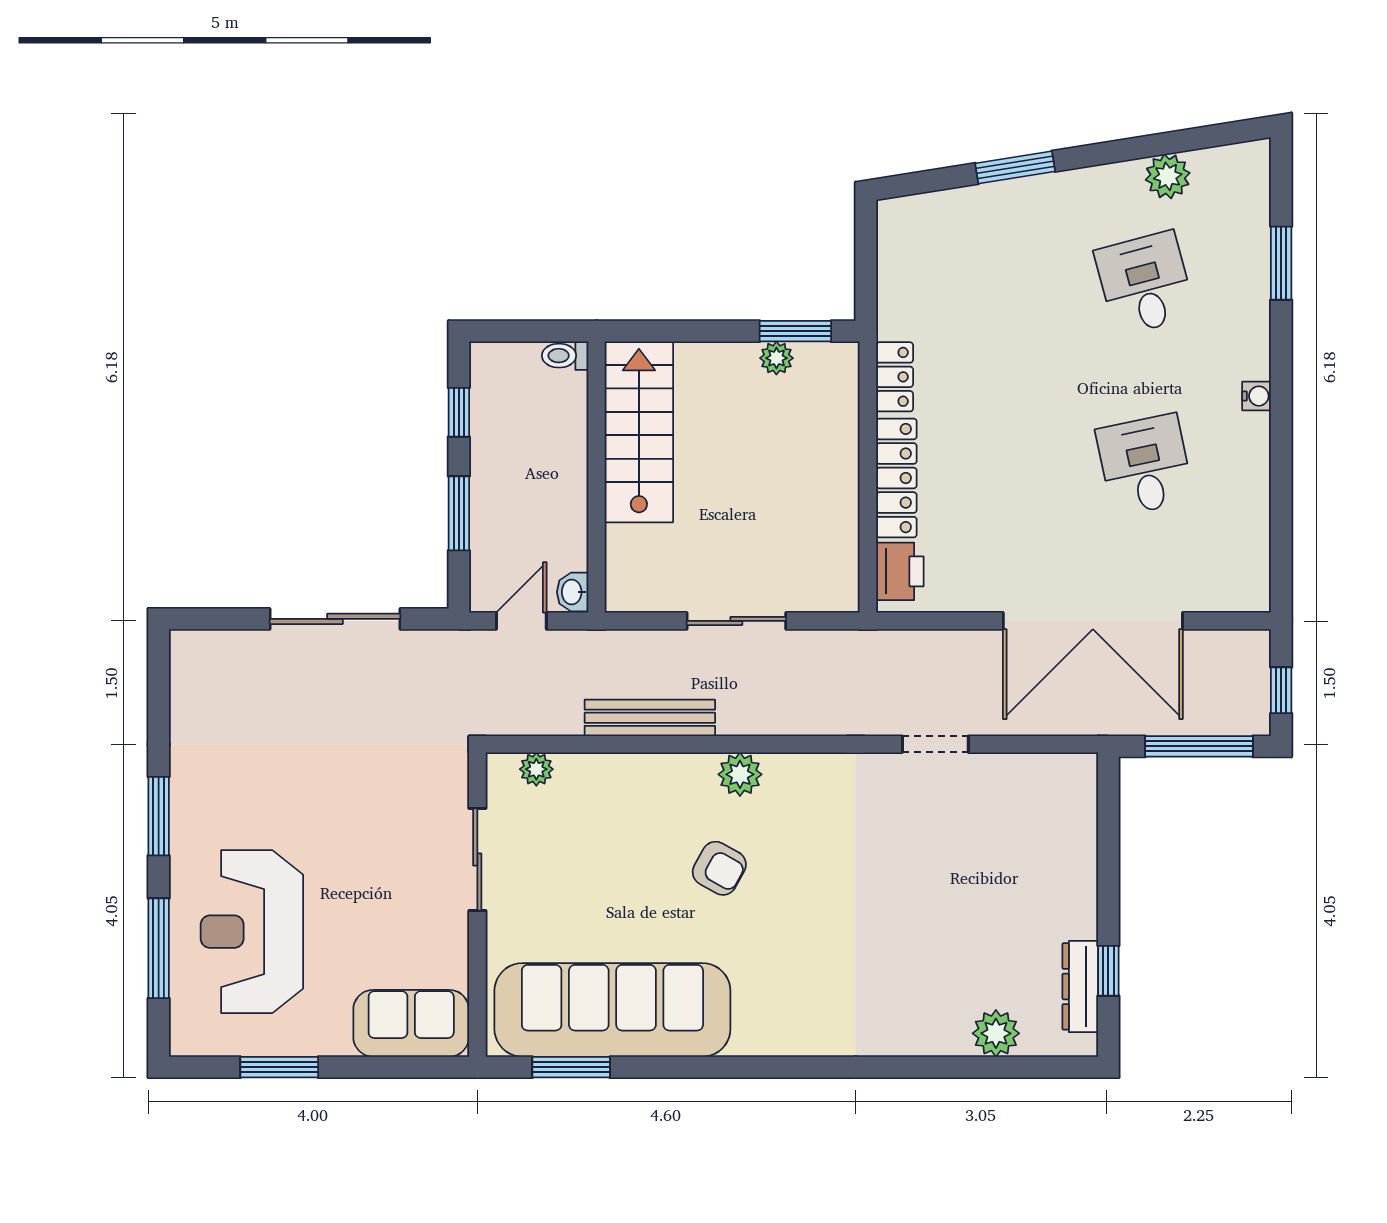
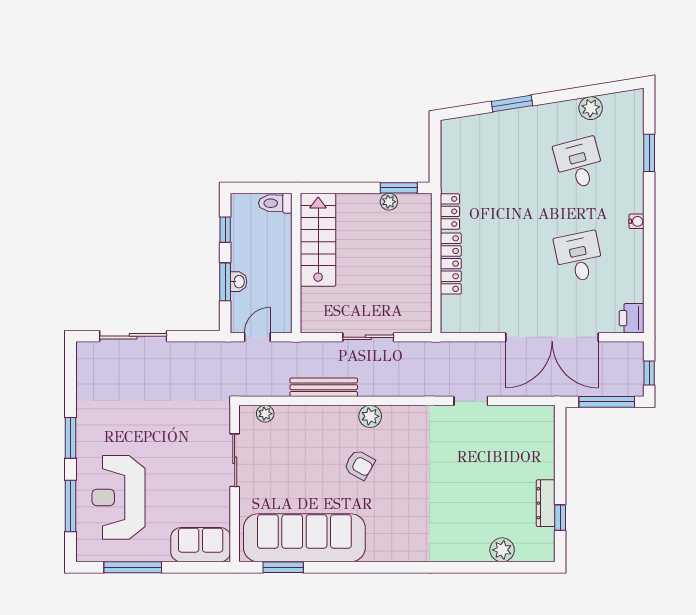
toilet: (565, 356) -> (275, 203), width x1.37, depth x1.39
printer: (900, 571) -> (632, 318), moved, turned 180
washbasin: (573, 592) -> (239, 282), moved, turned 180
sliding door: (335, 619) -> (133, 336), moved
dresser: (1080, 986) -> (546, 503), moved
window: (279, 1067) -> (133, 567), width x1.44

